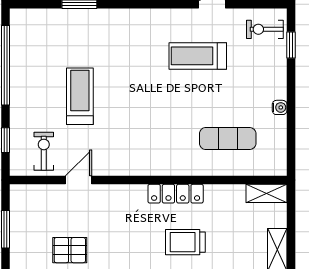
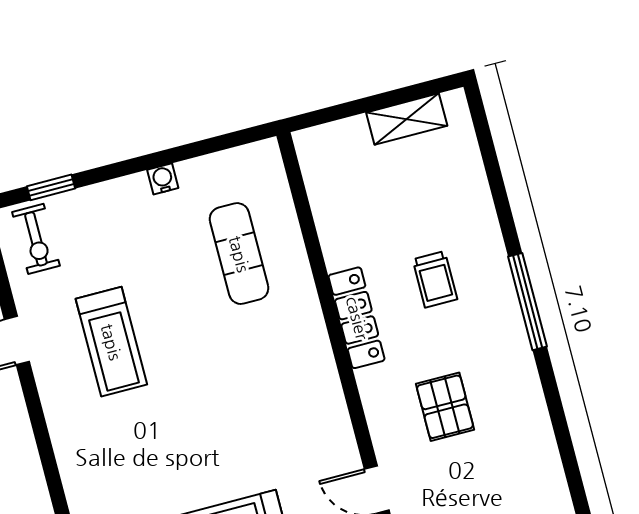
shelving: (266, 193) -> (315, 163), removed
trolley: (185, 242) -> (435, 279), width x0.73, depth x0.72
pallet: (70, 250) -> (445, 407), moved

